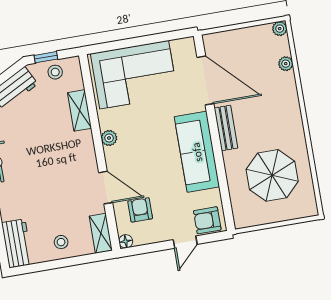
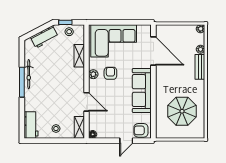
bench: (226, 128) -> (200, 67), moved
armchair: (140, 210) -> (110, 73), moved

